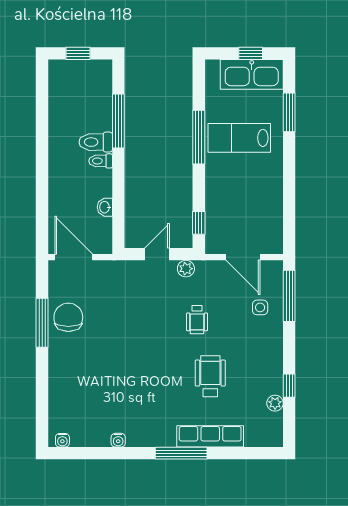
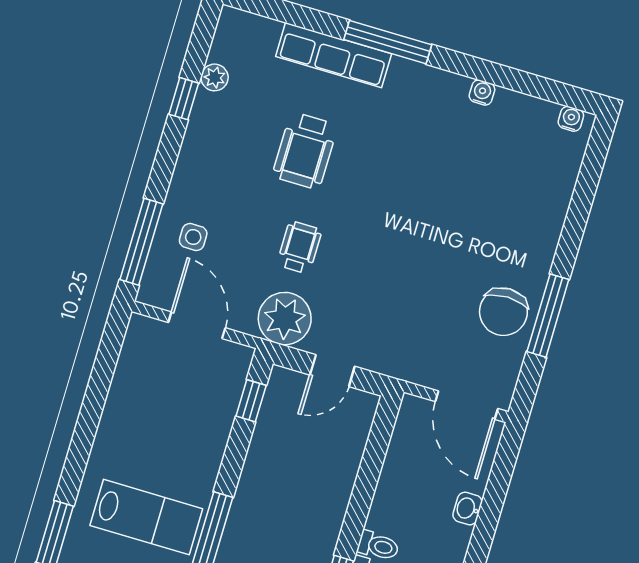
washbasin: (105, 207) -> (467, 509), moved, turned 180
plant: (186, 269) -> (285, 319), width x1.88, depth x1.88

